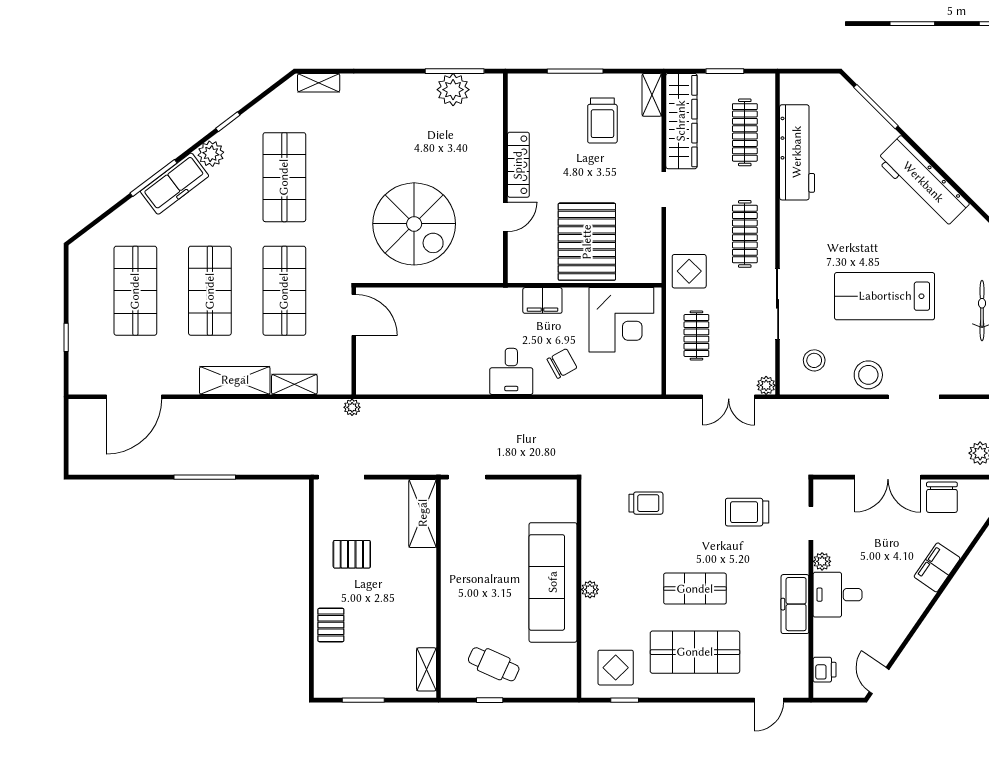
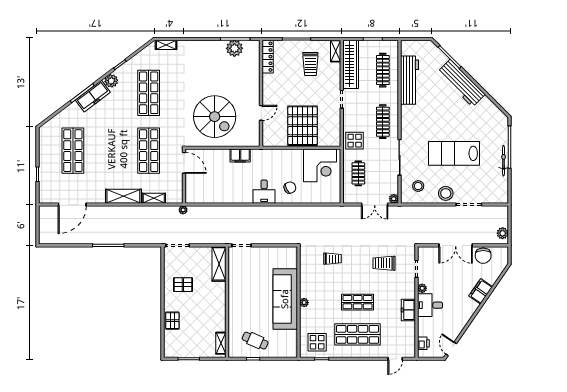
locker: (518, 165) -> (268, 57), moved
workbench: (923, 182) -> (461, 83), moved
shop shelf: (210, 291) -> (111, 151), removed
filing cabinet: (542, 300) -> (240, 156), moved
freezer: (795, 604) -> (408, 310), width x0.71

